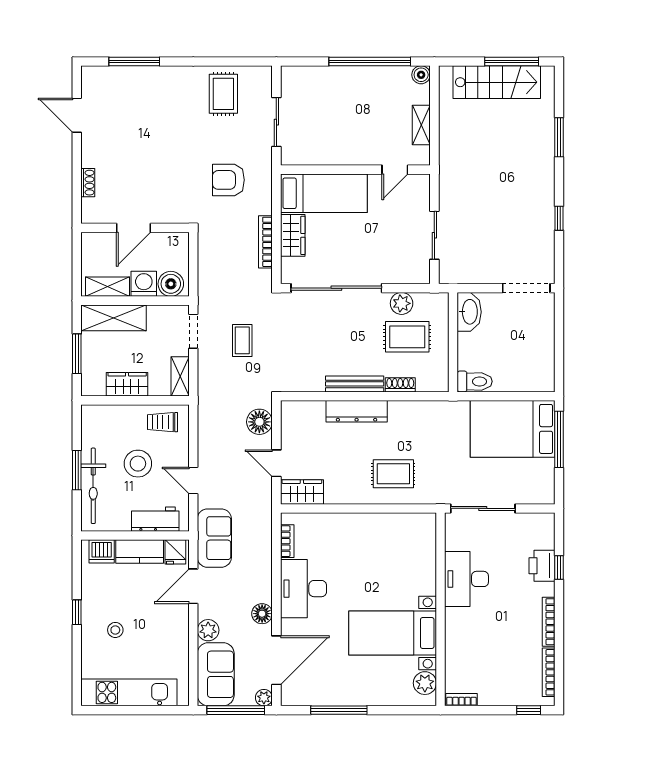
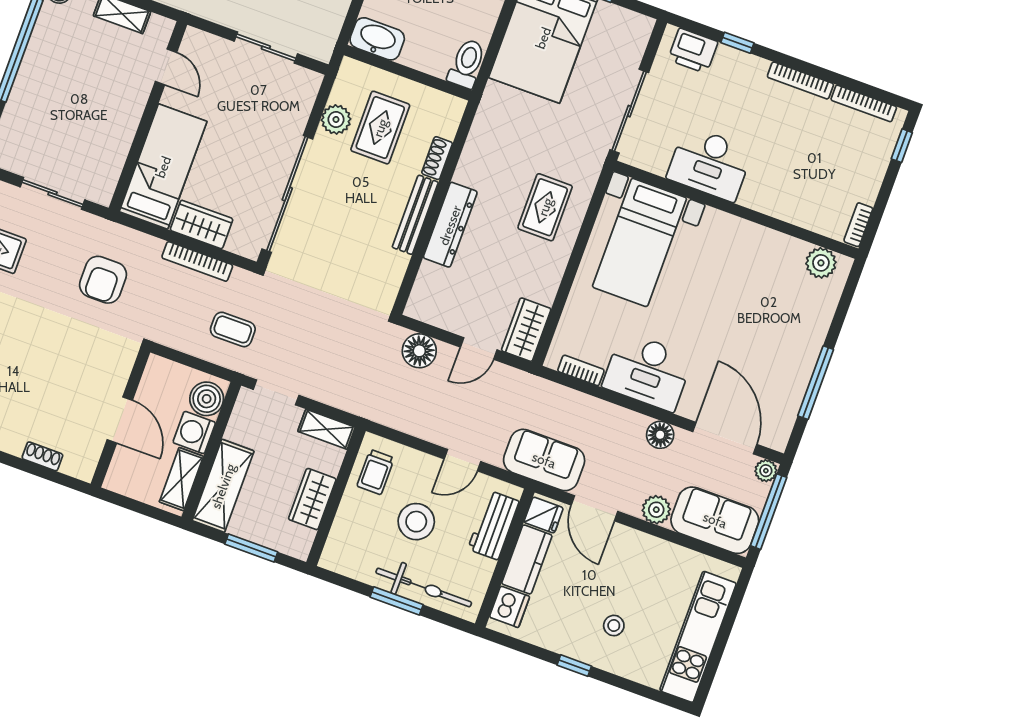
coffee table: (242, 340) -> (233, 329), moved
printer: (542, 566) -> (693, 51), moved
bed with nightstands: (393, 633) -> (639, 242), moved

